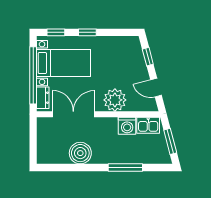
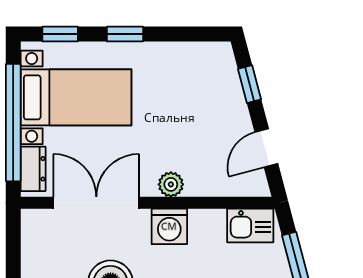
door: (156, 88) -> (266, 148), hinge flipped
plant: (115, 100) -> (171, 184), width x0.53, depth x0.53
washing machine: (127, 126) -> (169, 226), moved

